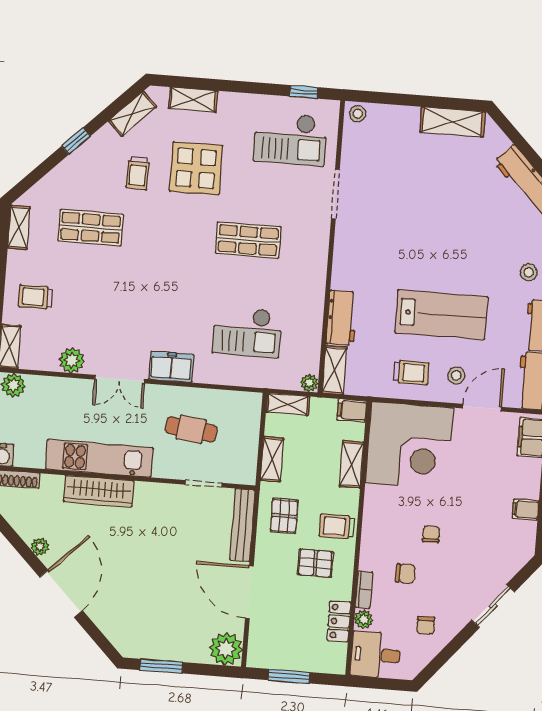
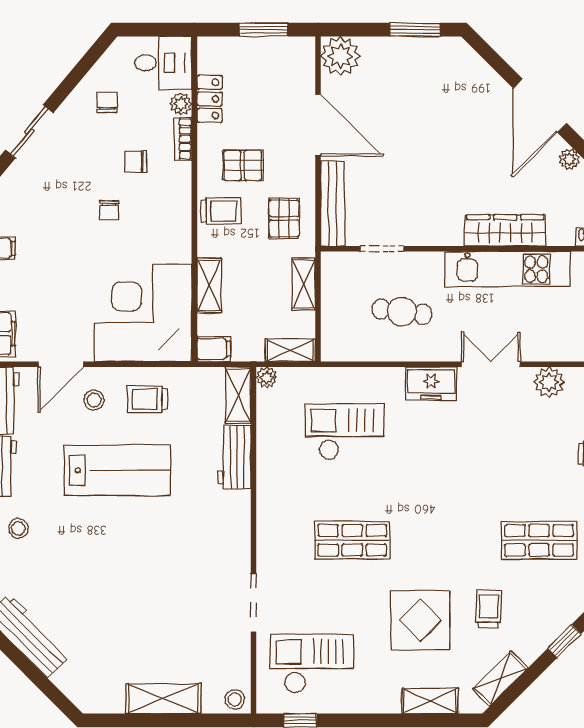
shelving: (452, 122) -> (163, 699), moved
lab bench: (441, 315) -> (117, 470), turned 180

